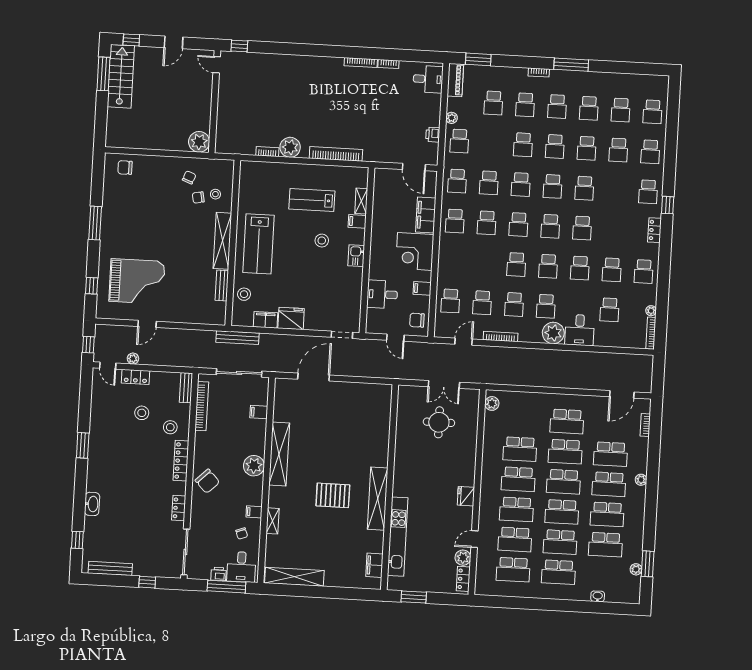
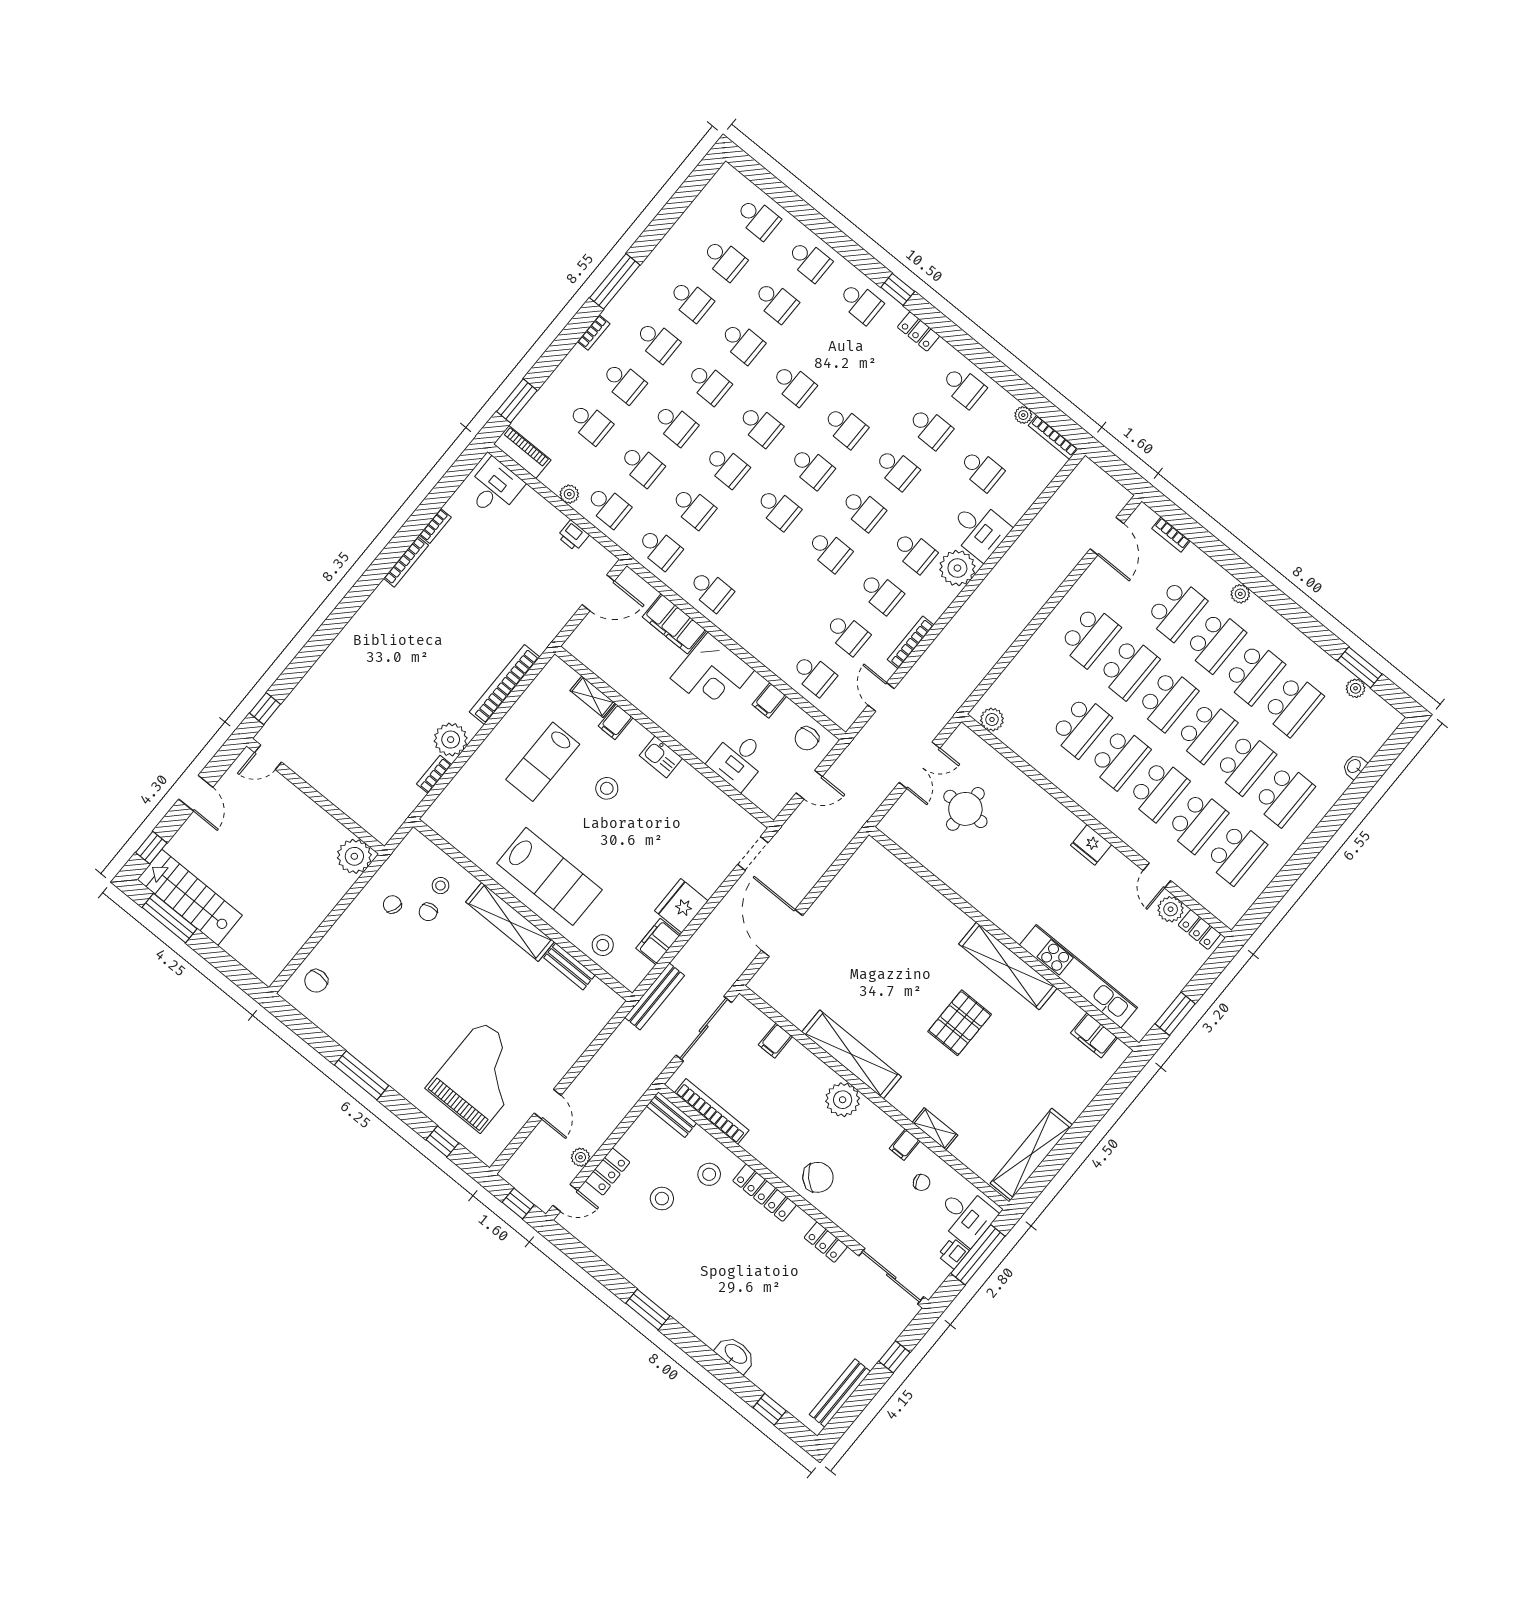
school desk: (487, 223) -> (642, 465), moved

